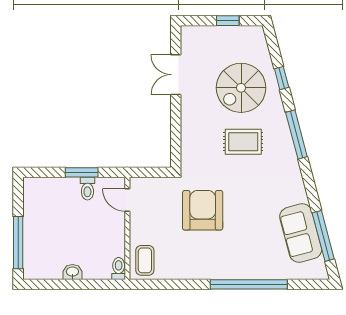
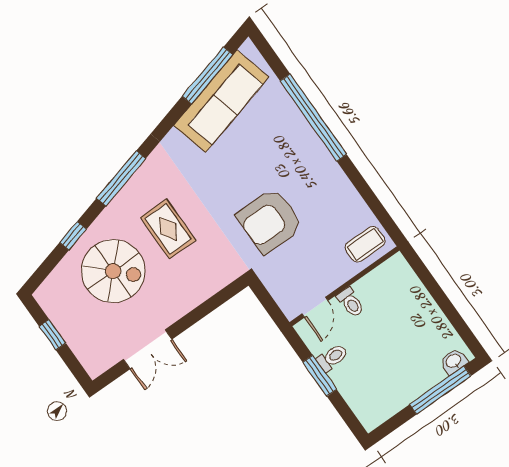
sofa: (301, 233) -> (221, 101), width x1.36
toilet: (119, 268) -> (351, 302), moved, turned -90
washbasin: (72, 272) -> (454, 361), moved, turned 90

